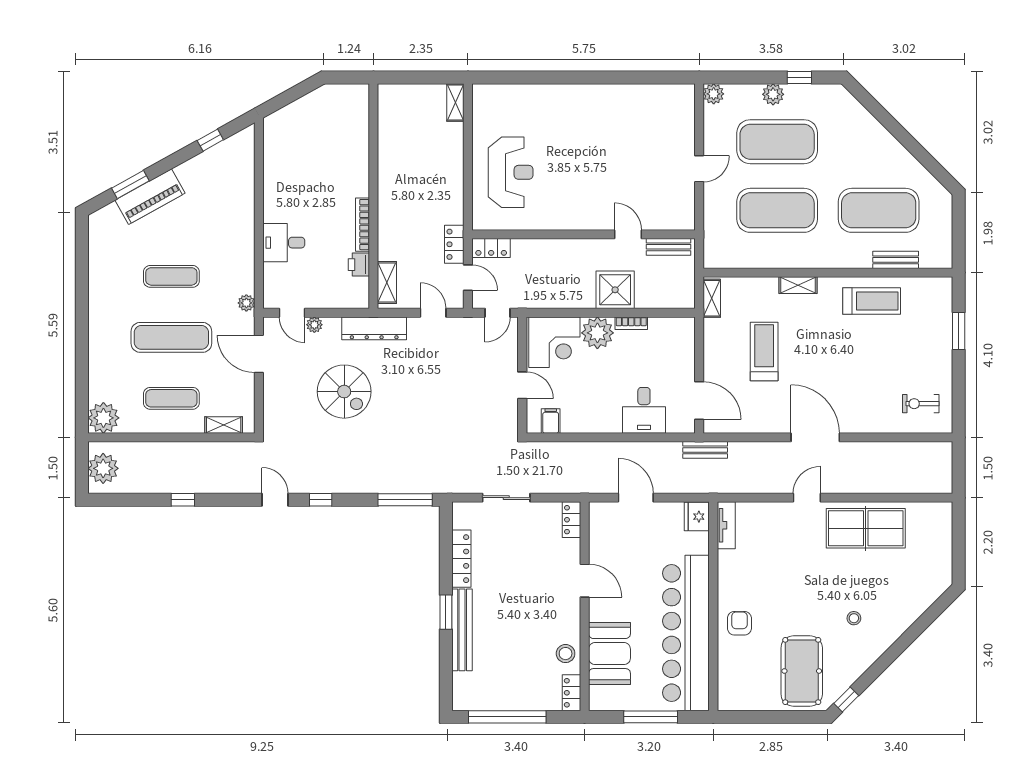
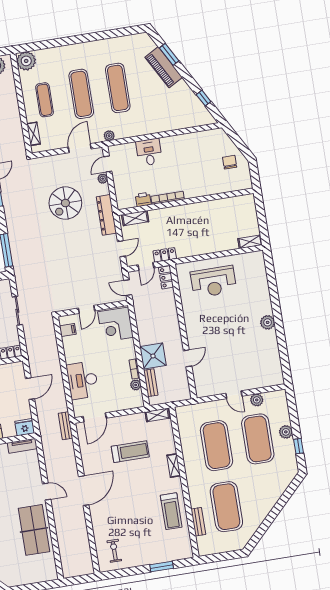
plant: (714, 94) -> (257, 400), moved
plant: (591, 95) -> (268, 322), added
chair: (321, 115) -> (230, 162), added
bench: (669, 247) -> (151, 383), moved
exercise mat: (171, 276) -> (118, 88), width x1.36, depth x1.45
plant: (597, 333) -> (136, 385), moved, width x0.53, depth x0.53
desk: (644, 410) -> (83, 380), width x1.37

